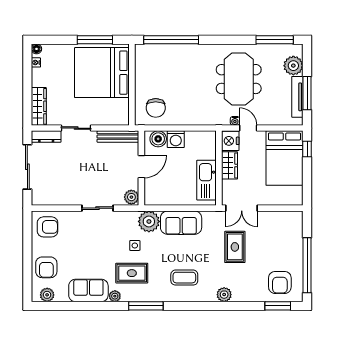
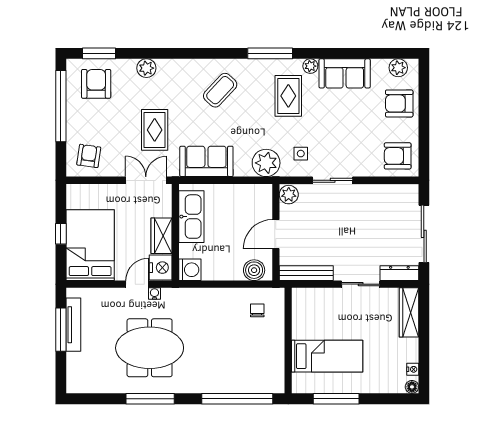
window: (275, 40) -> (150, 399), moved
plant: (293, 66) -> (79, 365), removed
bed: (102, 73) -> (327, 356), width x0.49
meeting table: (239, 79) -> (150, 348), turned 90
chair: (156, 108) -> (257, 310), width x0.54, depth x0.54
door: (248, 128) -> (137, 284), swing flipped
washing machine: (176, 139) -> (190, 270), moved, turned 90
window: (307, 149) -> (61, 234), moved
sofa: (181, 223) -> (206, 161), moved
armchair: (286, 227) -> (89, 156), added
side table: (135, 245) -> (301, 154), moved
armchair: (46, 267) -> (399, 103), turned -90
rug: (132, 273) -> (288, 96), turned 90
coffee table: (184, 278) -> (220, 90), turned -47
plant: (224, 295) -> (146, 68), moved

